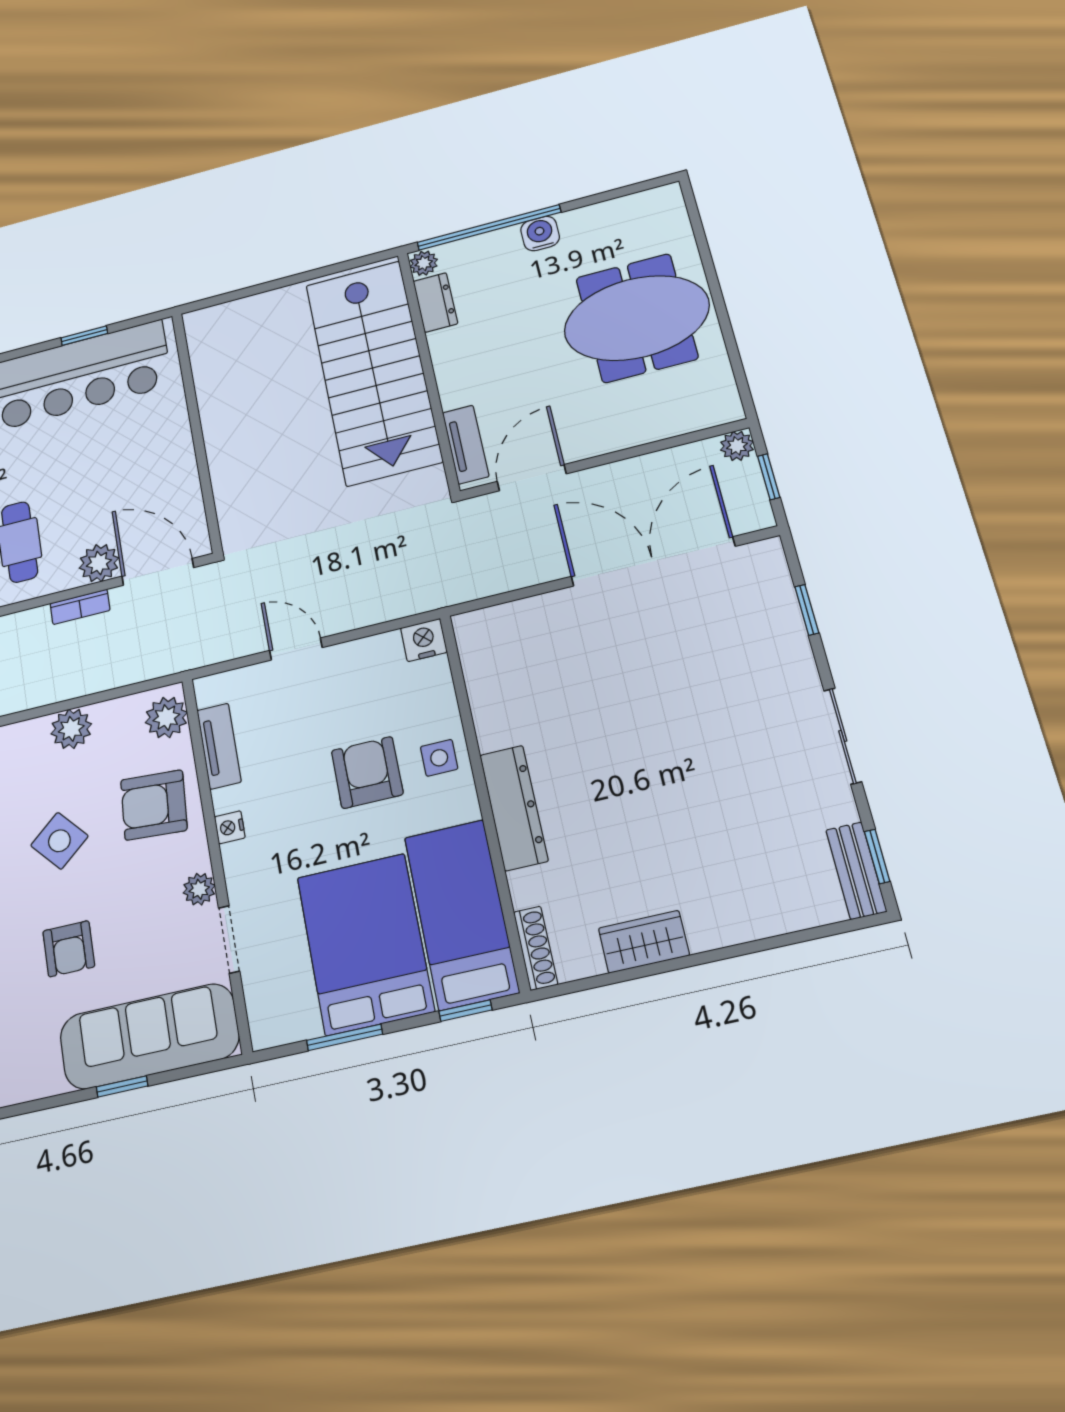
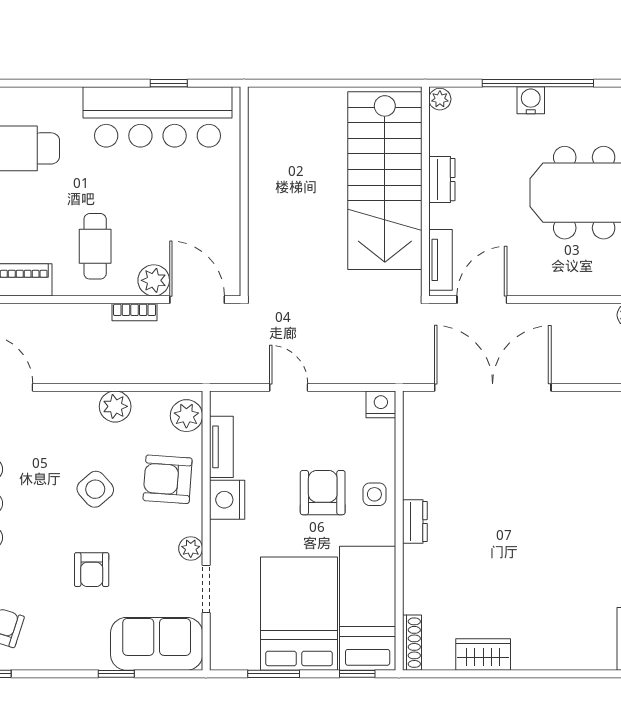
window: (489, 227) -> (538, 83), moved
dresser: (435, 302) -> (442, 180), moved
double door: (653, 561) -> (493, 387), moved
dresser: (514, 808) -> (415, 522), width x0.51, depth x0.80
nightstand: (230, 827) -> (227, 500), width x1.89, depth x1.79
sofa: (149, 1036) -> (157, 644), width x0.73

